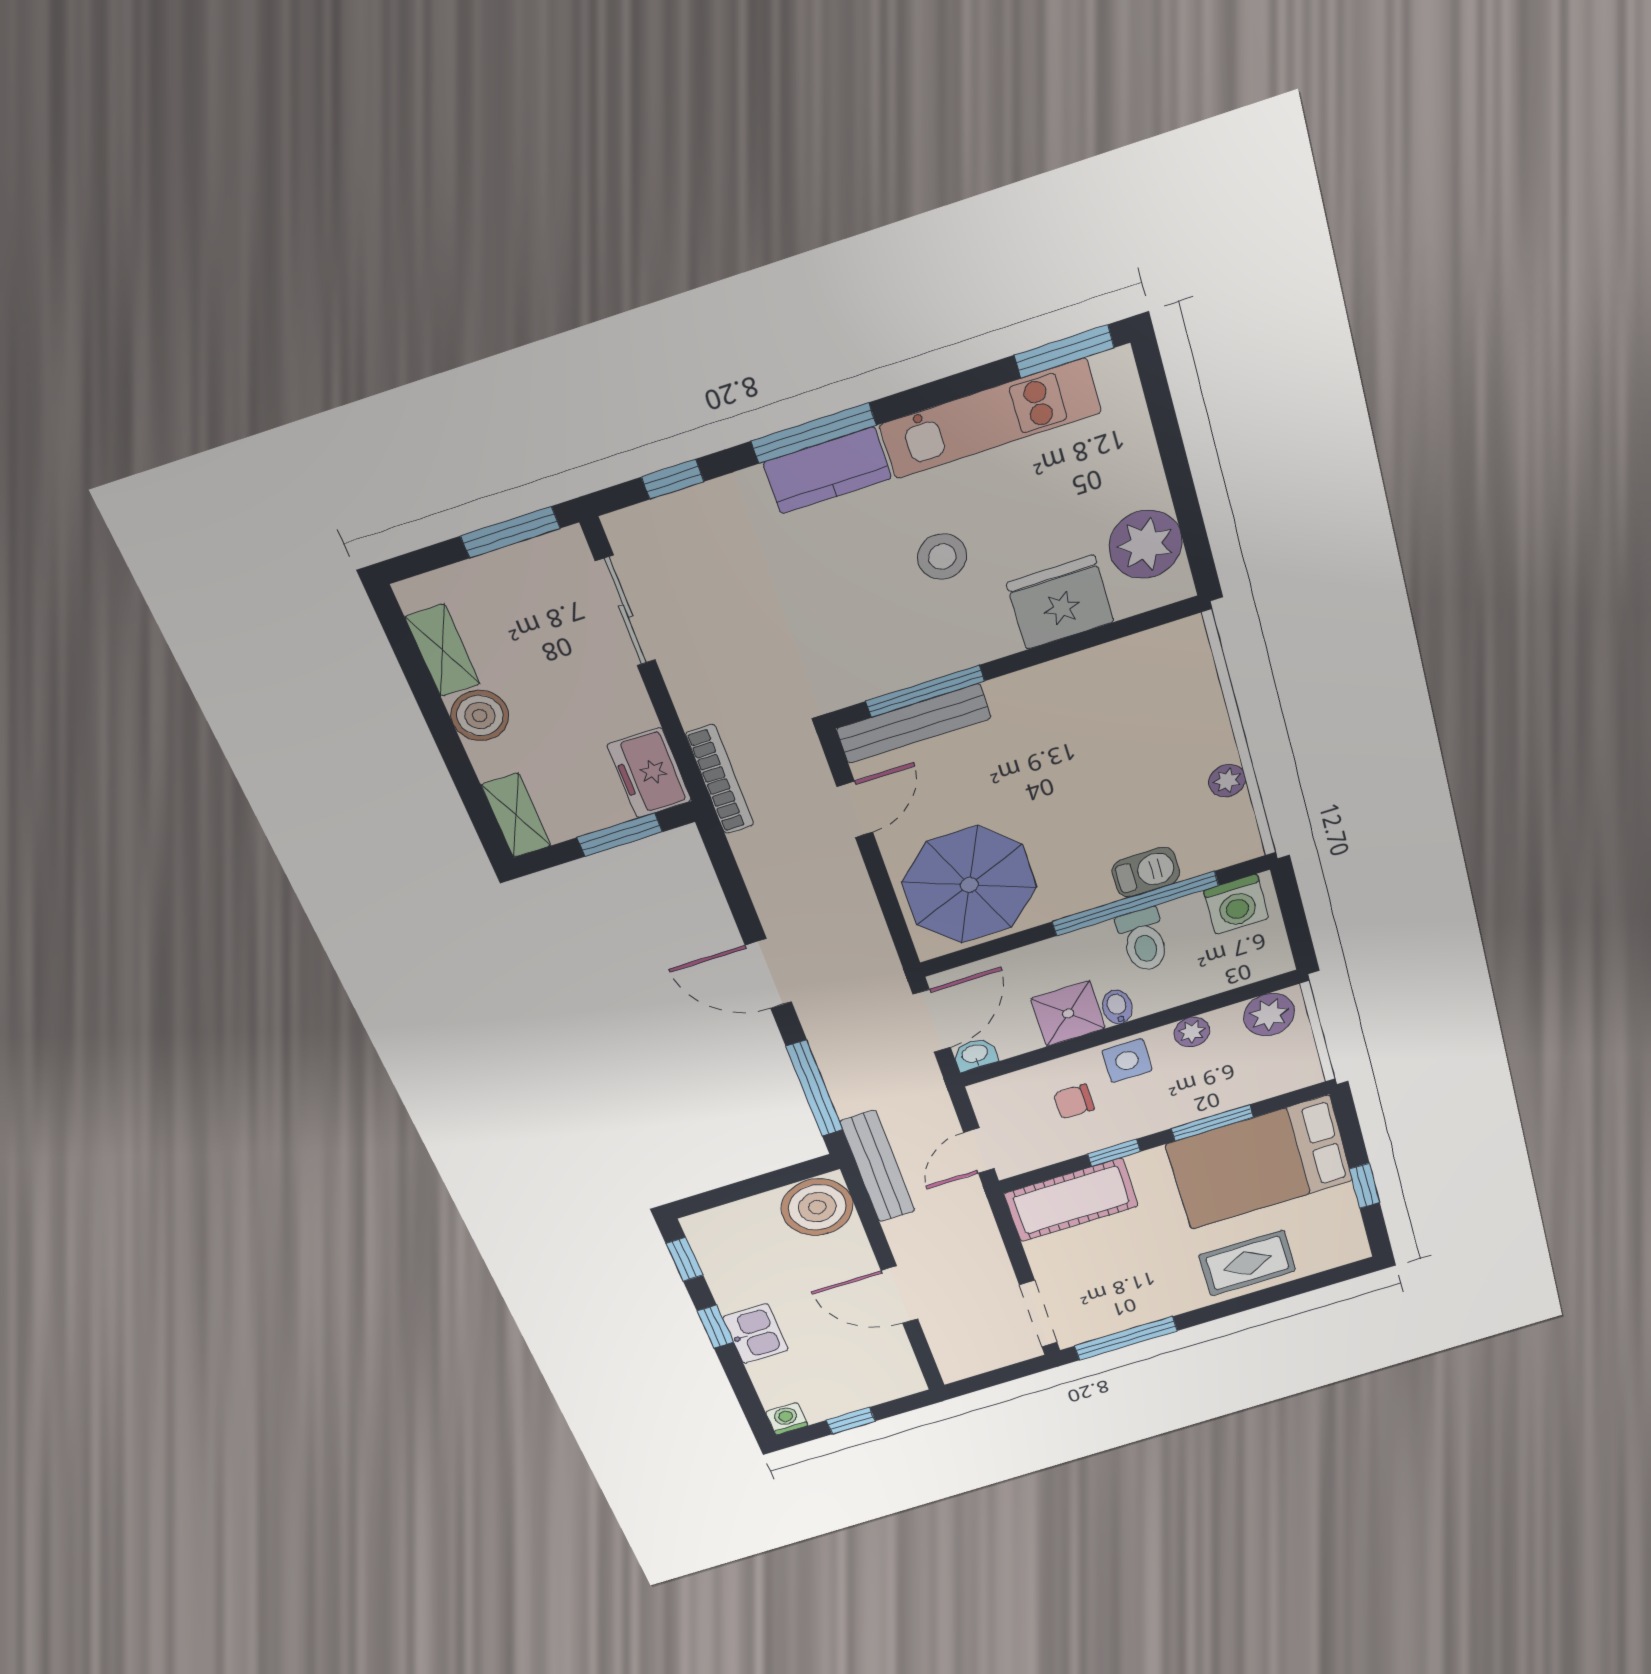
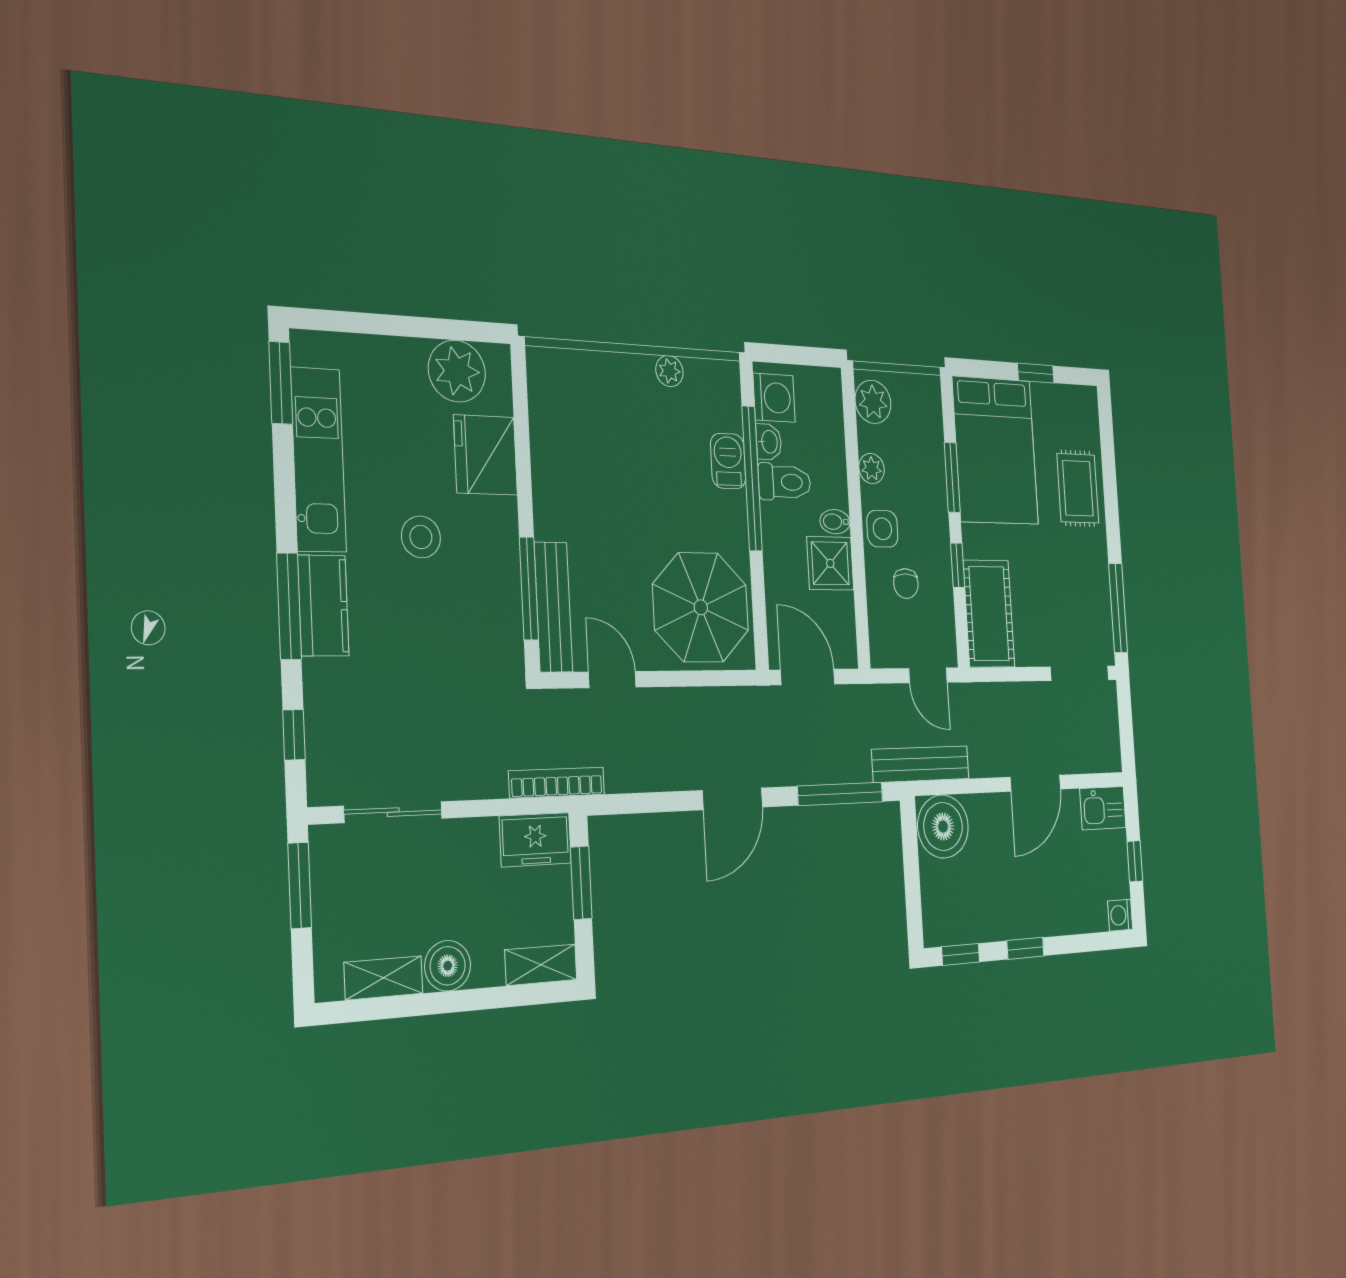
washbasin: (975, 1054) -> (769, 442), moved, turned 180
kitchen sink: (755, 1334) -> (1103, 808), moved, turned 180

